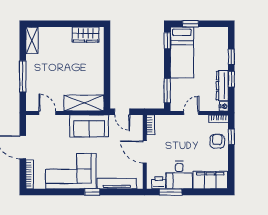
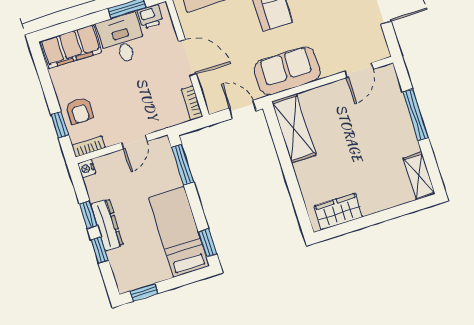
window: (190, 24) -> (144, 292), moved
dresser: (222, 86) -> (107, 225), moved
shelving: (84, 103) -> (294, 128), moved, turned 90
door: (47, 113) -> (359, 70), hinge flipped

